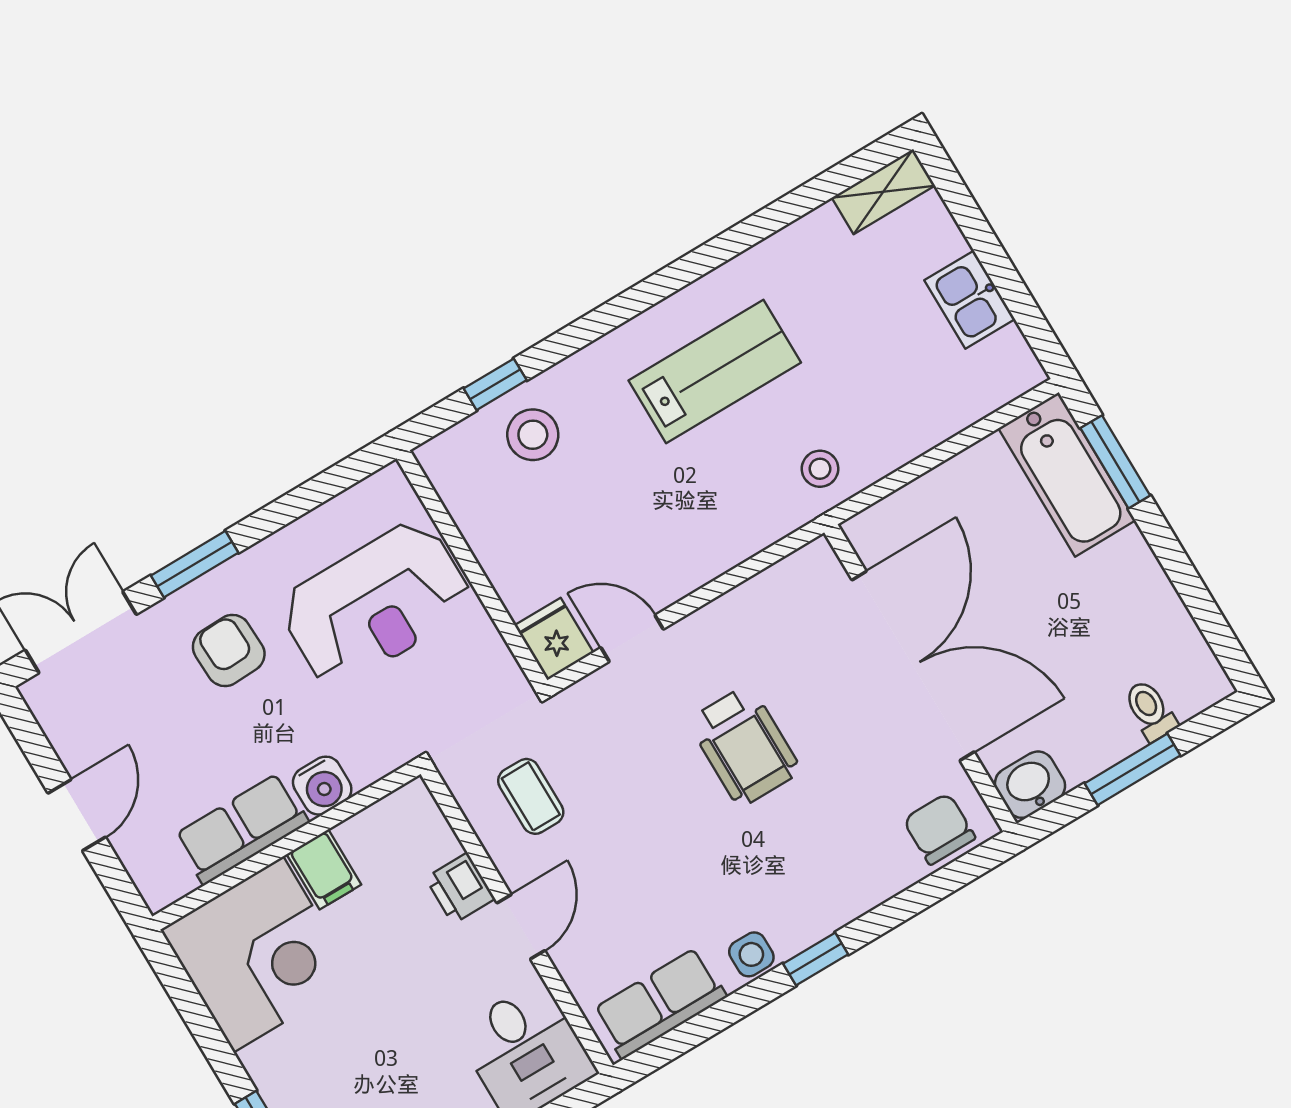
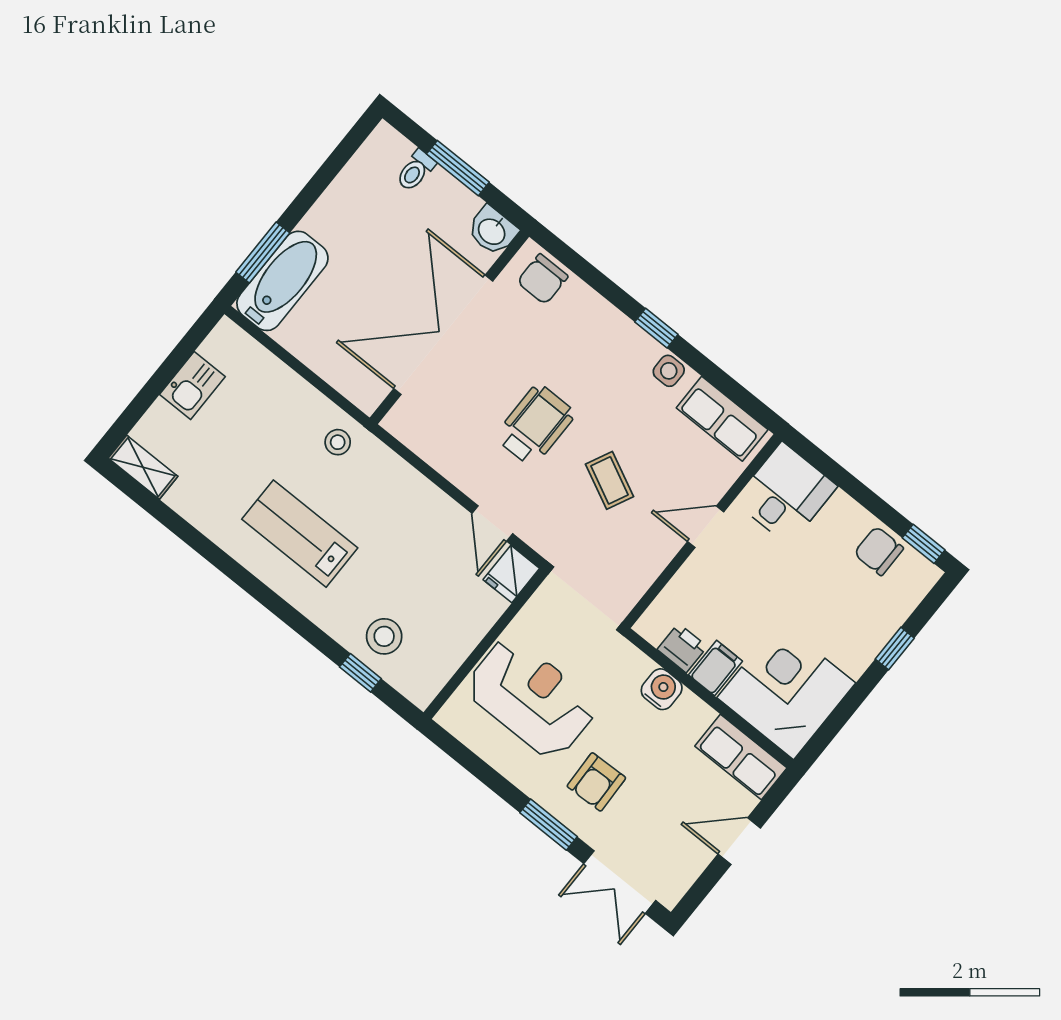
coffee table: (531, 796) -> (609, 480), moved, turned -64
row of seats: (241, 829) -> (741, 757), moved
printer: (460, 888) -> (682, 648), moved, turned -90

